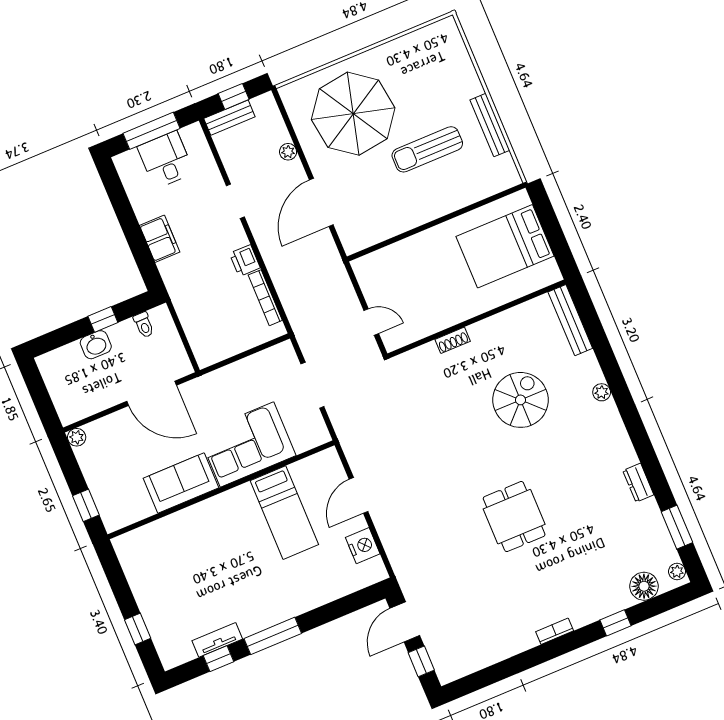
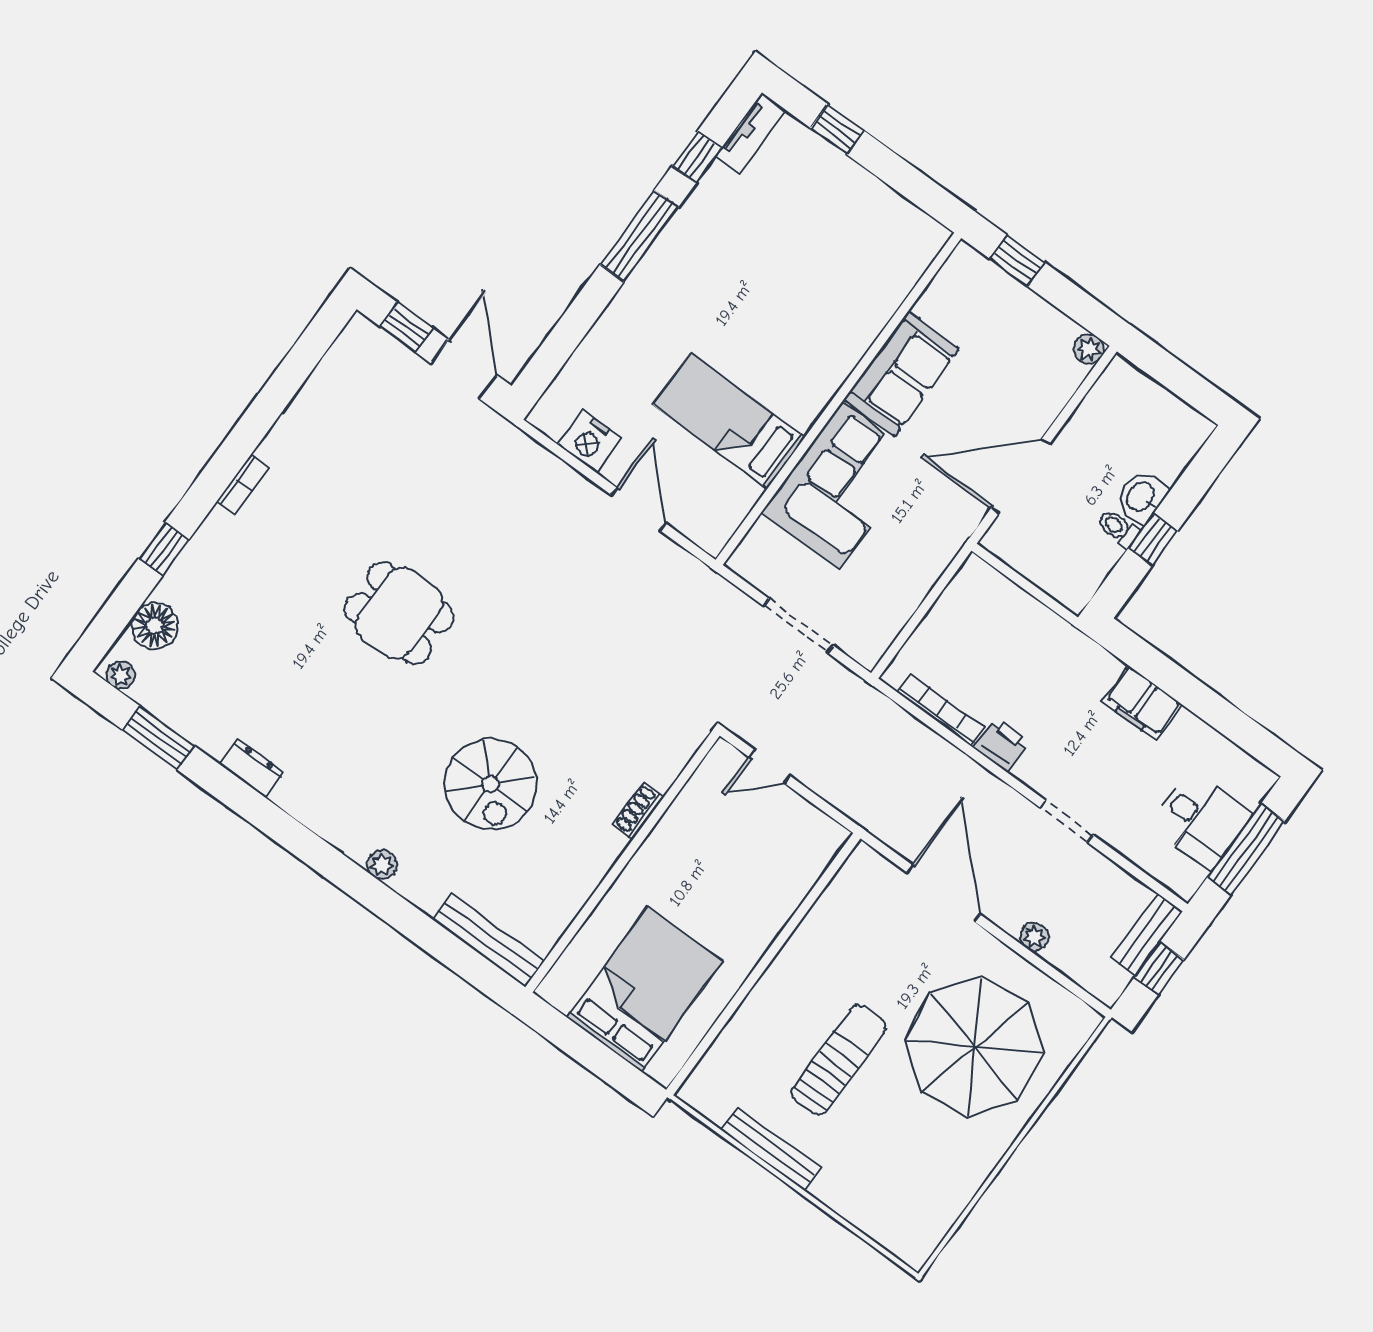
toilet: (144, 325) -> (1118, 528), moved
tv unit: (217, 640) -> (751, 133), moved

